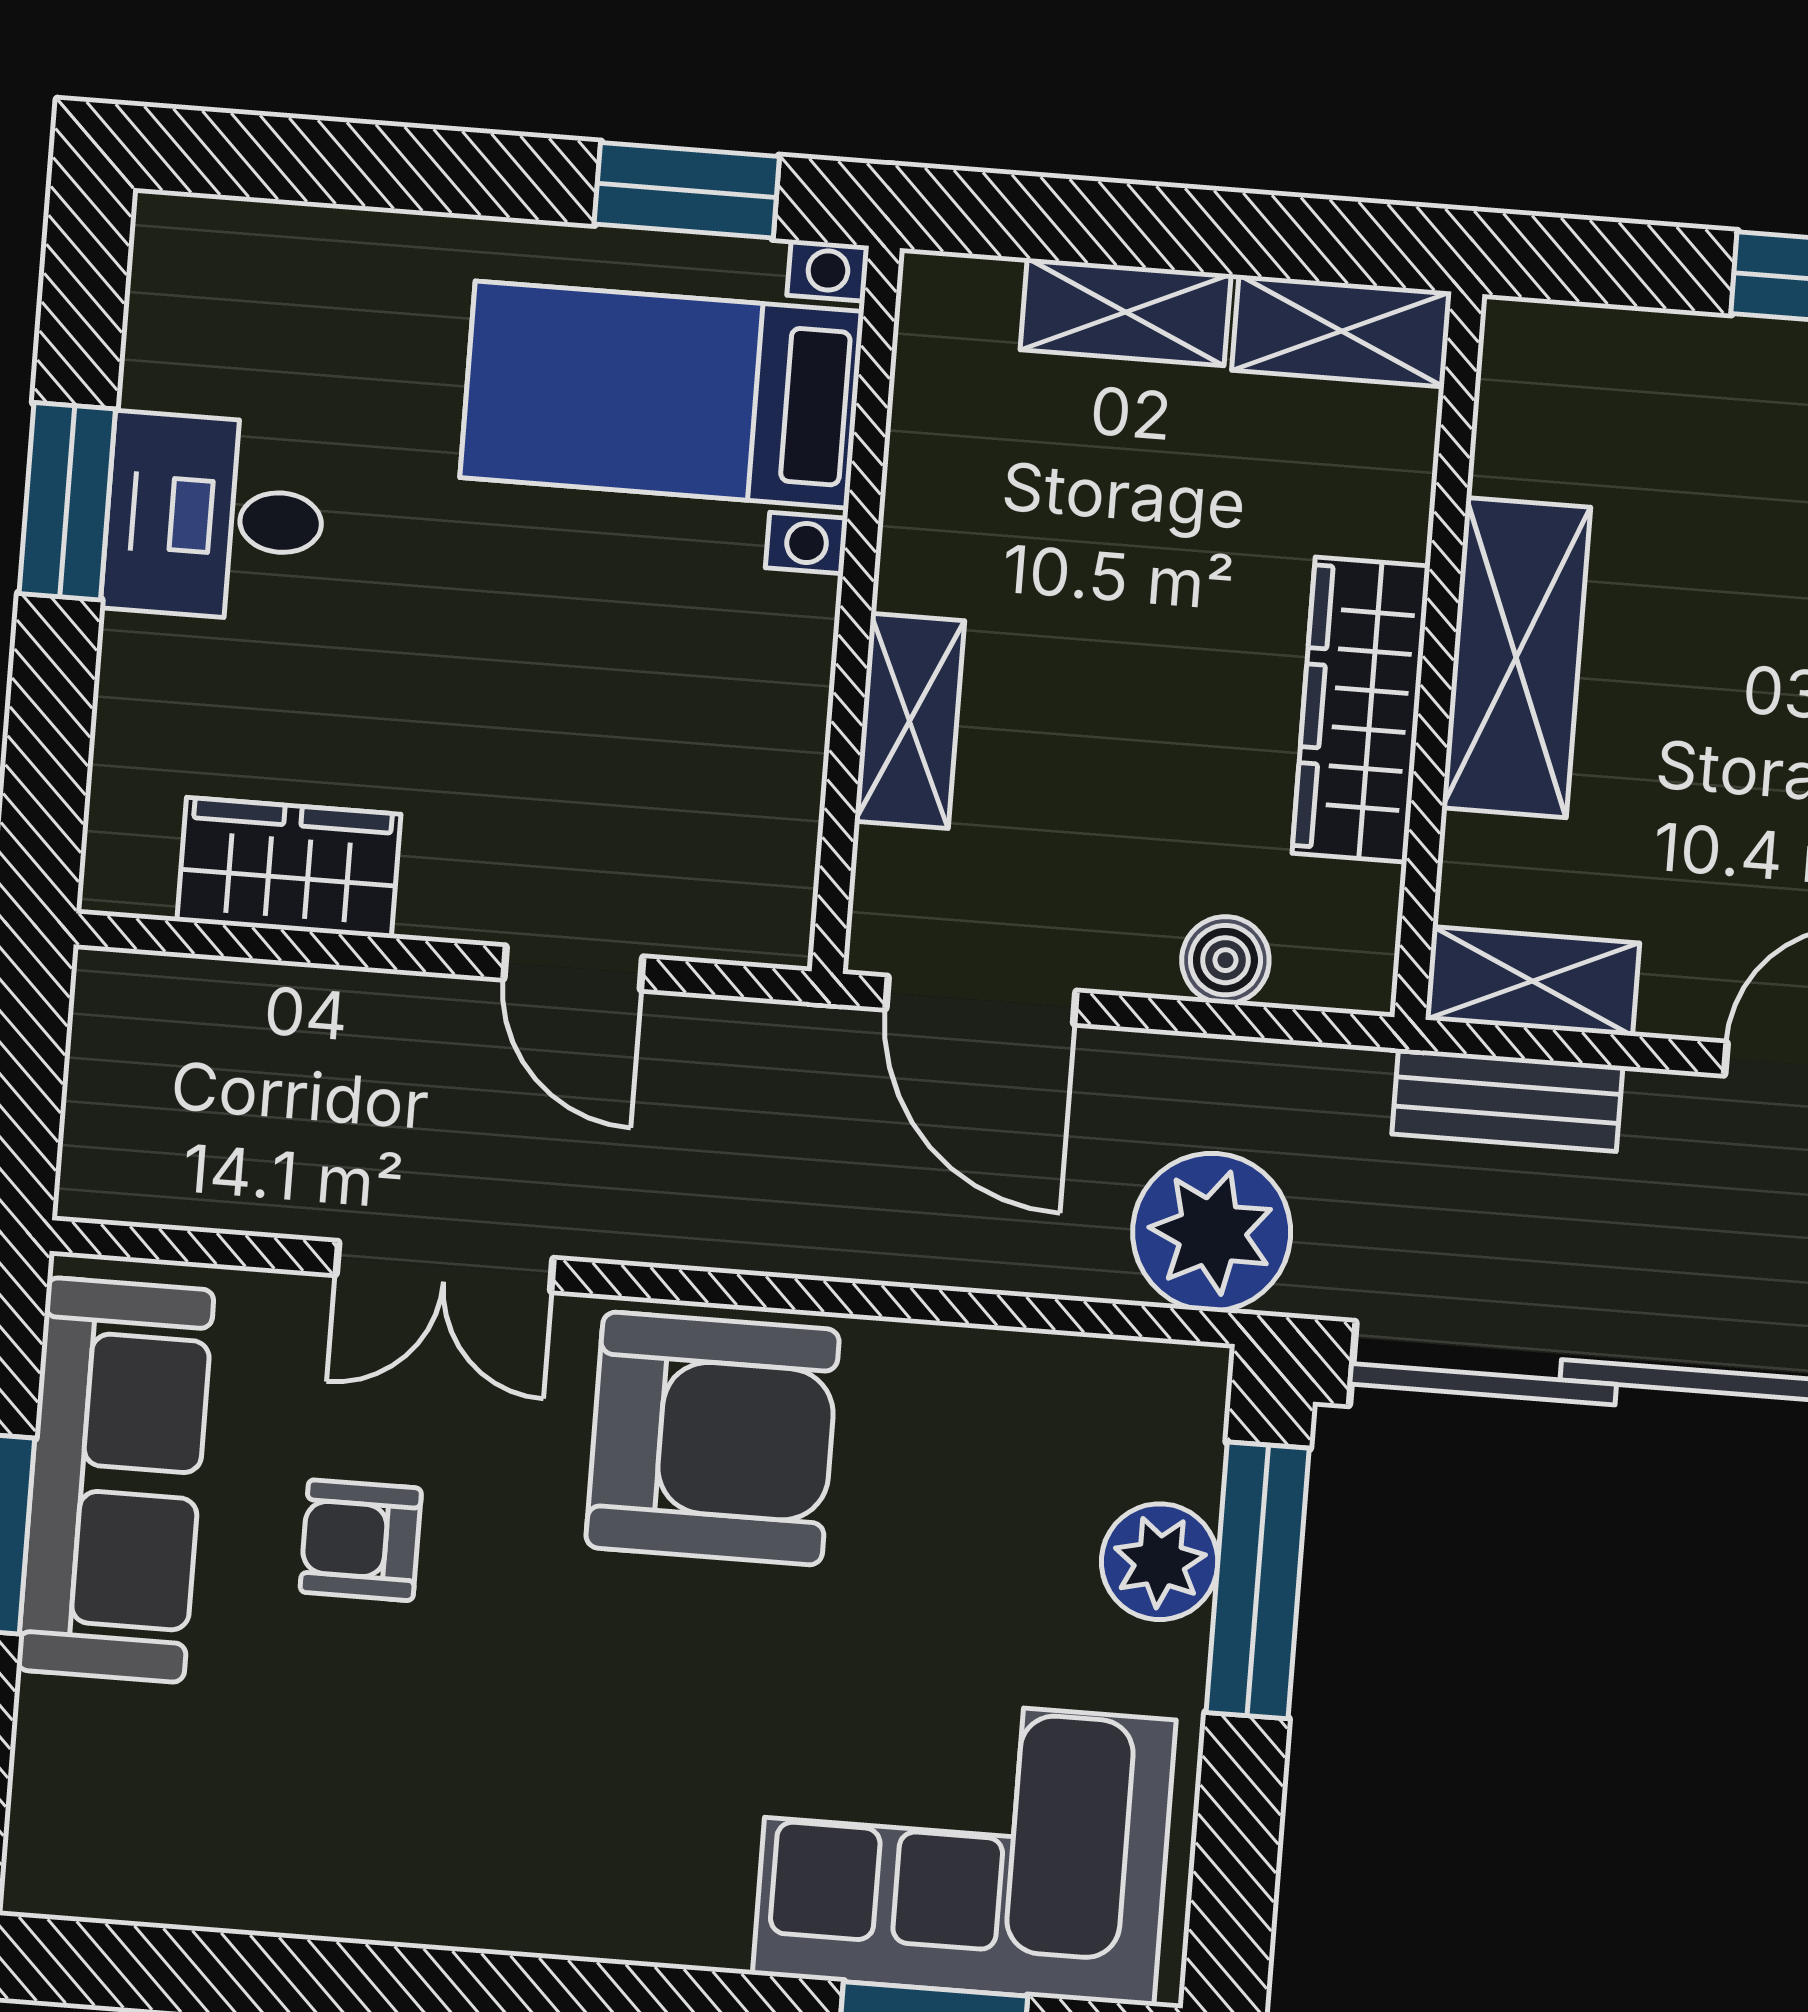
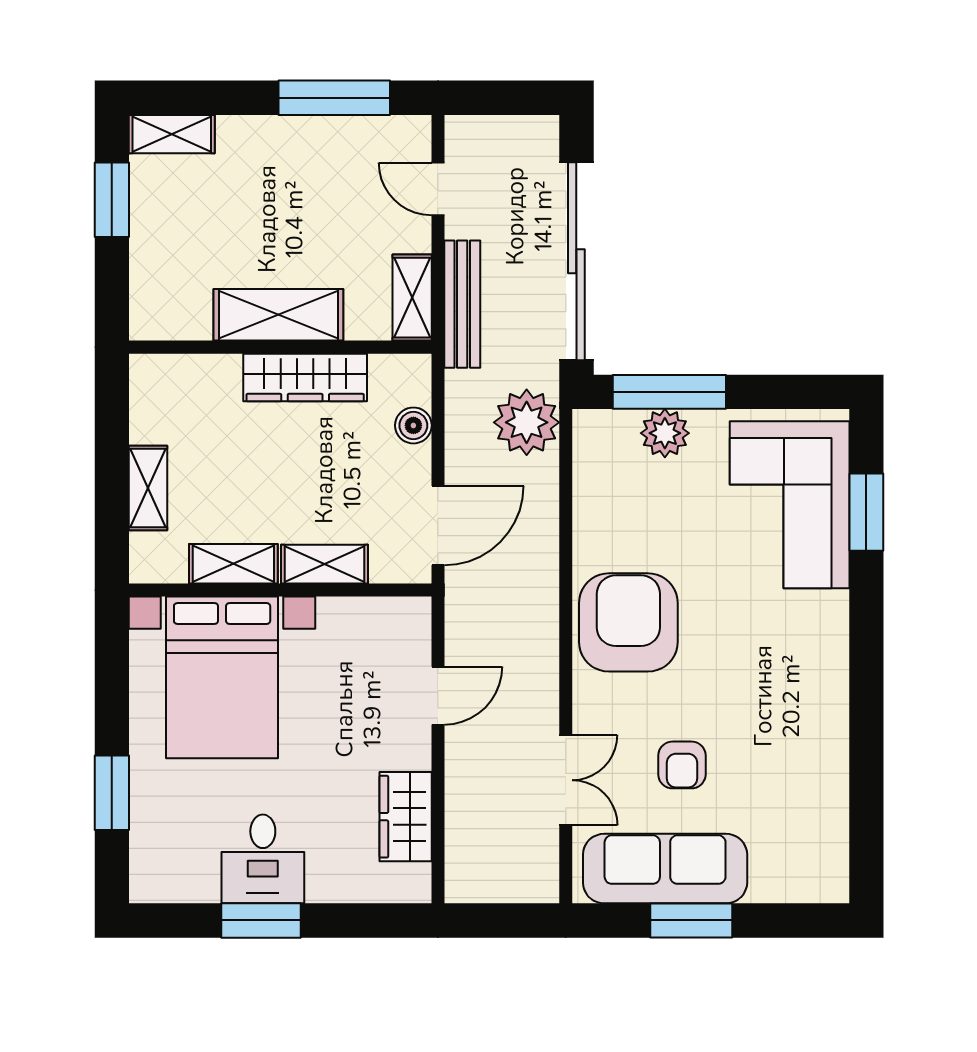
window: (687, 190) -> (112, 793), moved
shelving: (1342, 331) -> (233, 564), moved, turned 90
bed with nightstands: (662, 395) -> (222, 677), width x1.36
bench: (1507, 1100) -> (462, 304), width x1.36
double door: (445, 1266) -> (566, 780), moved

